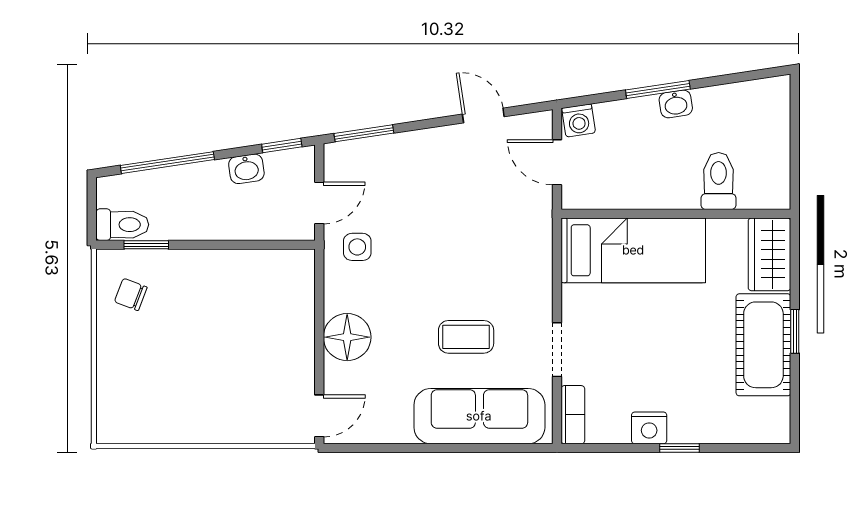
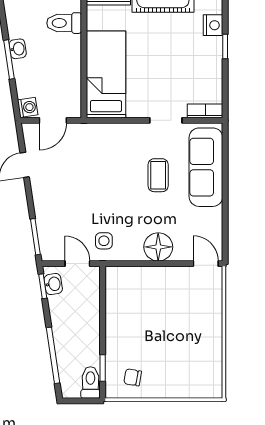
washbasin: (246, 169) -> (53, 284), moved
chair: (131, 294) -> (133, 377), turned 79
nightstand: (649, 428) -> (213, 25), moved

